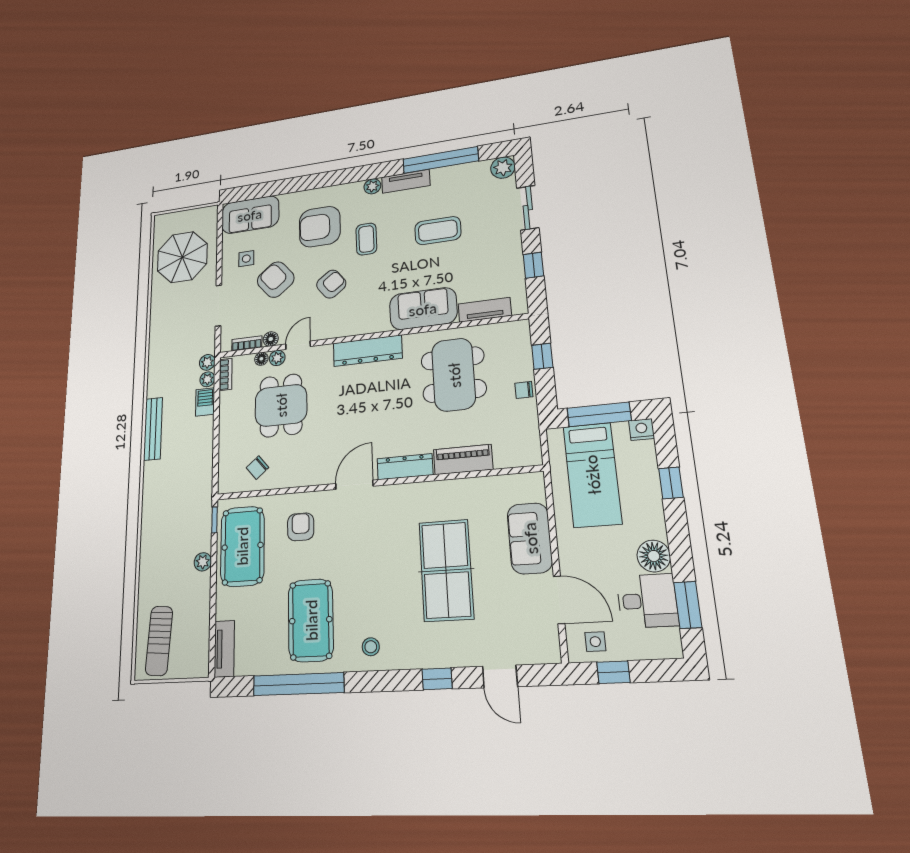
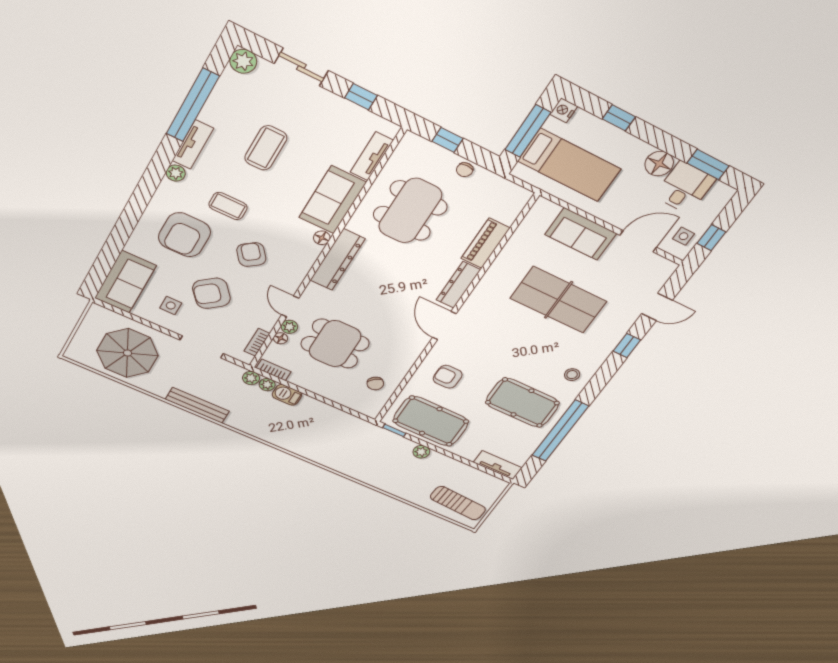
floor lamp: (271, 339) -> (322, 238), moved
dining table: (454, 375) -> (410, 211), turned 90
bench: (153, 429) -> (197, 405), moved

